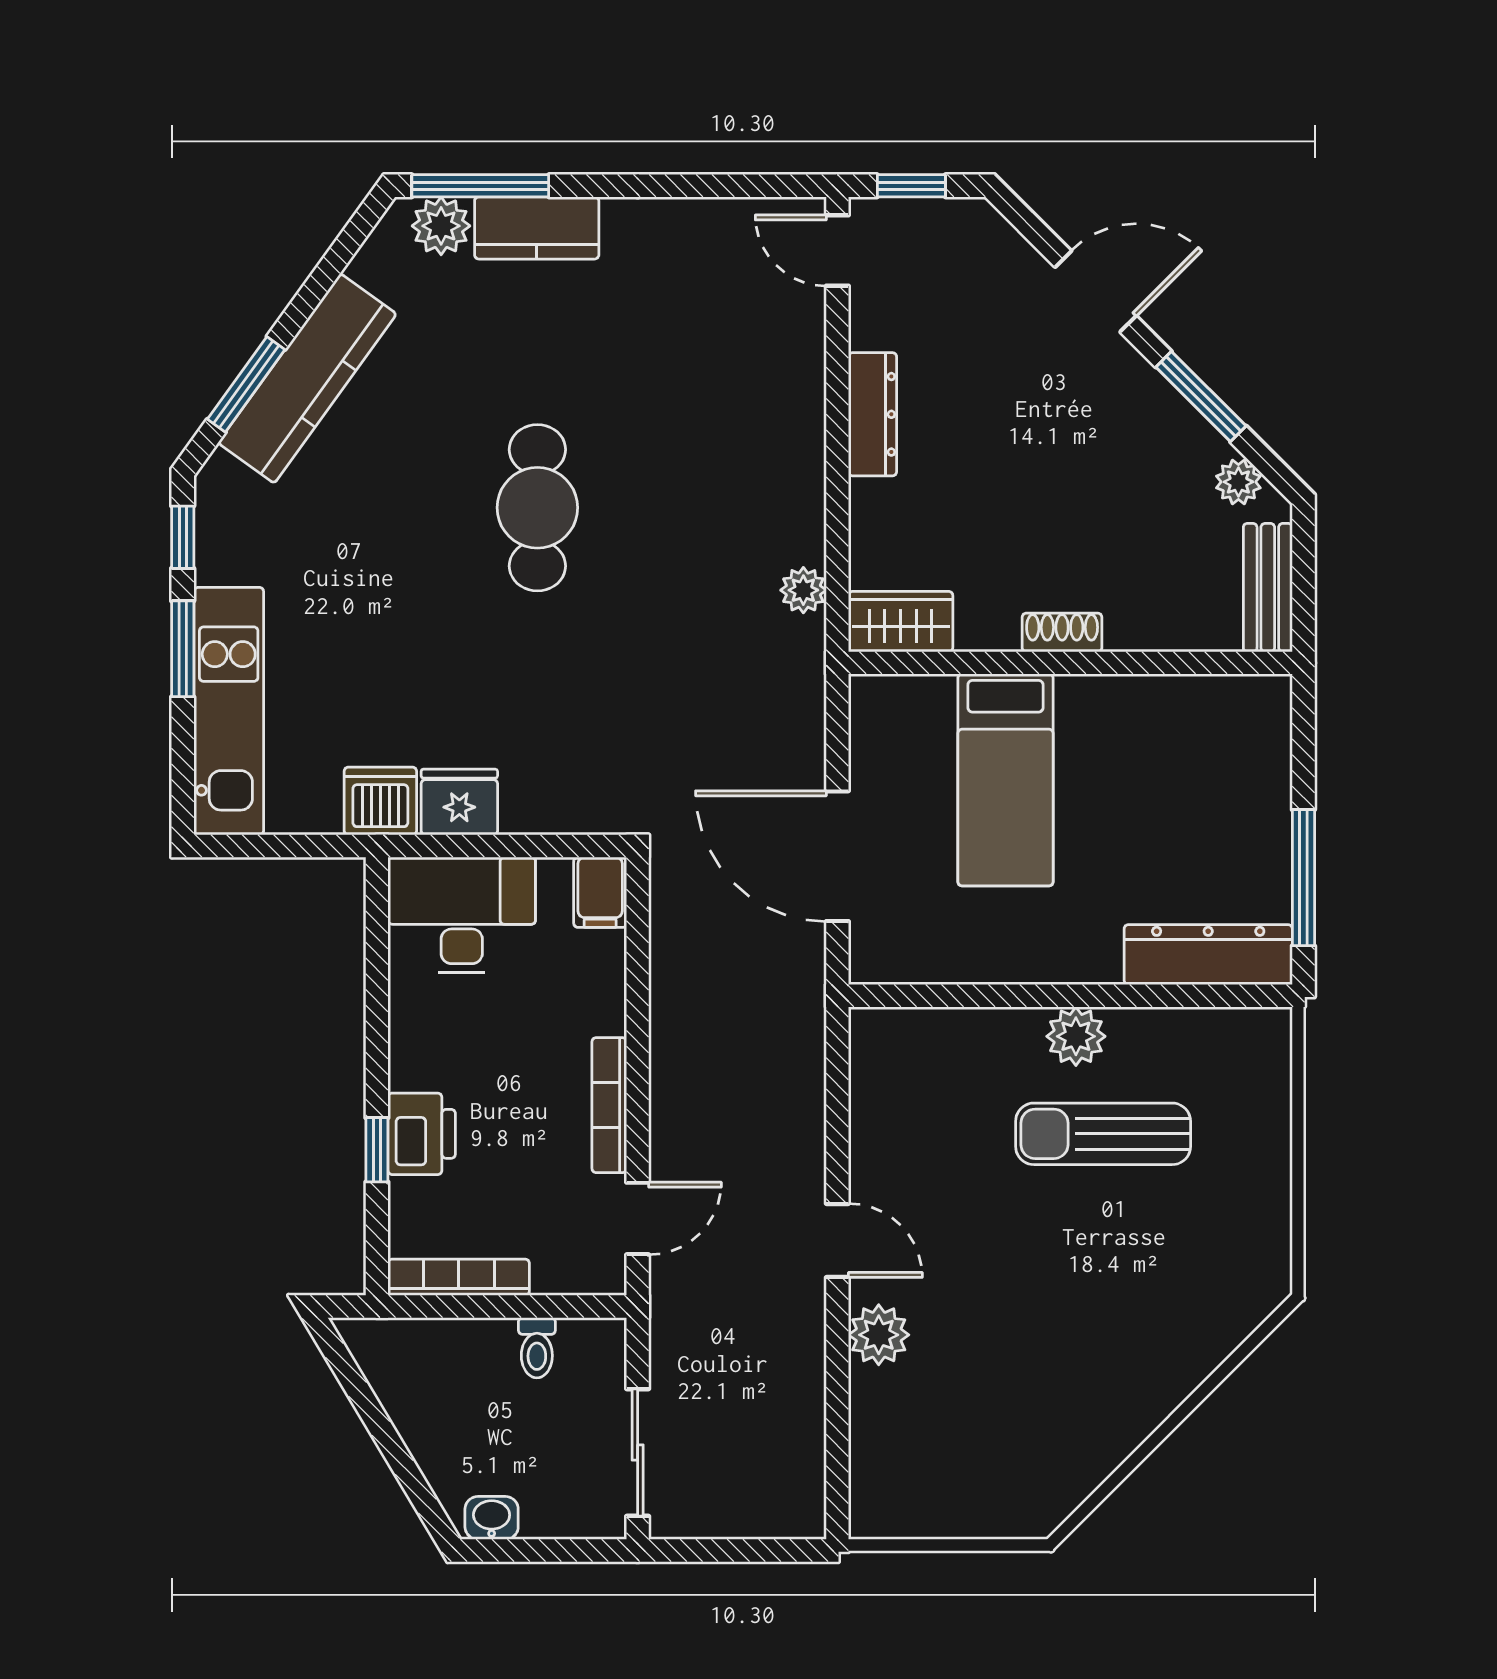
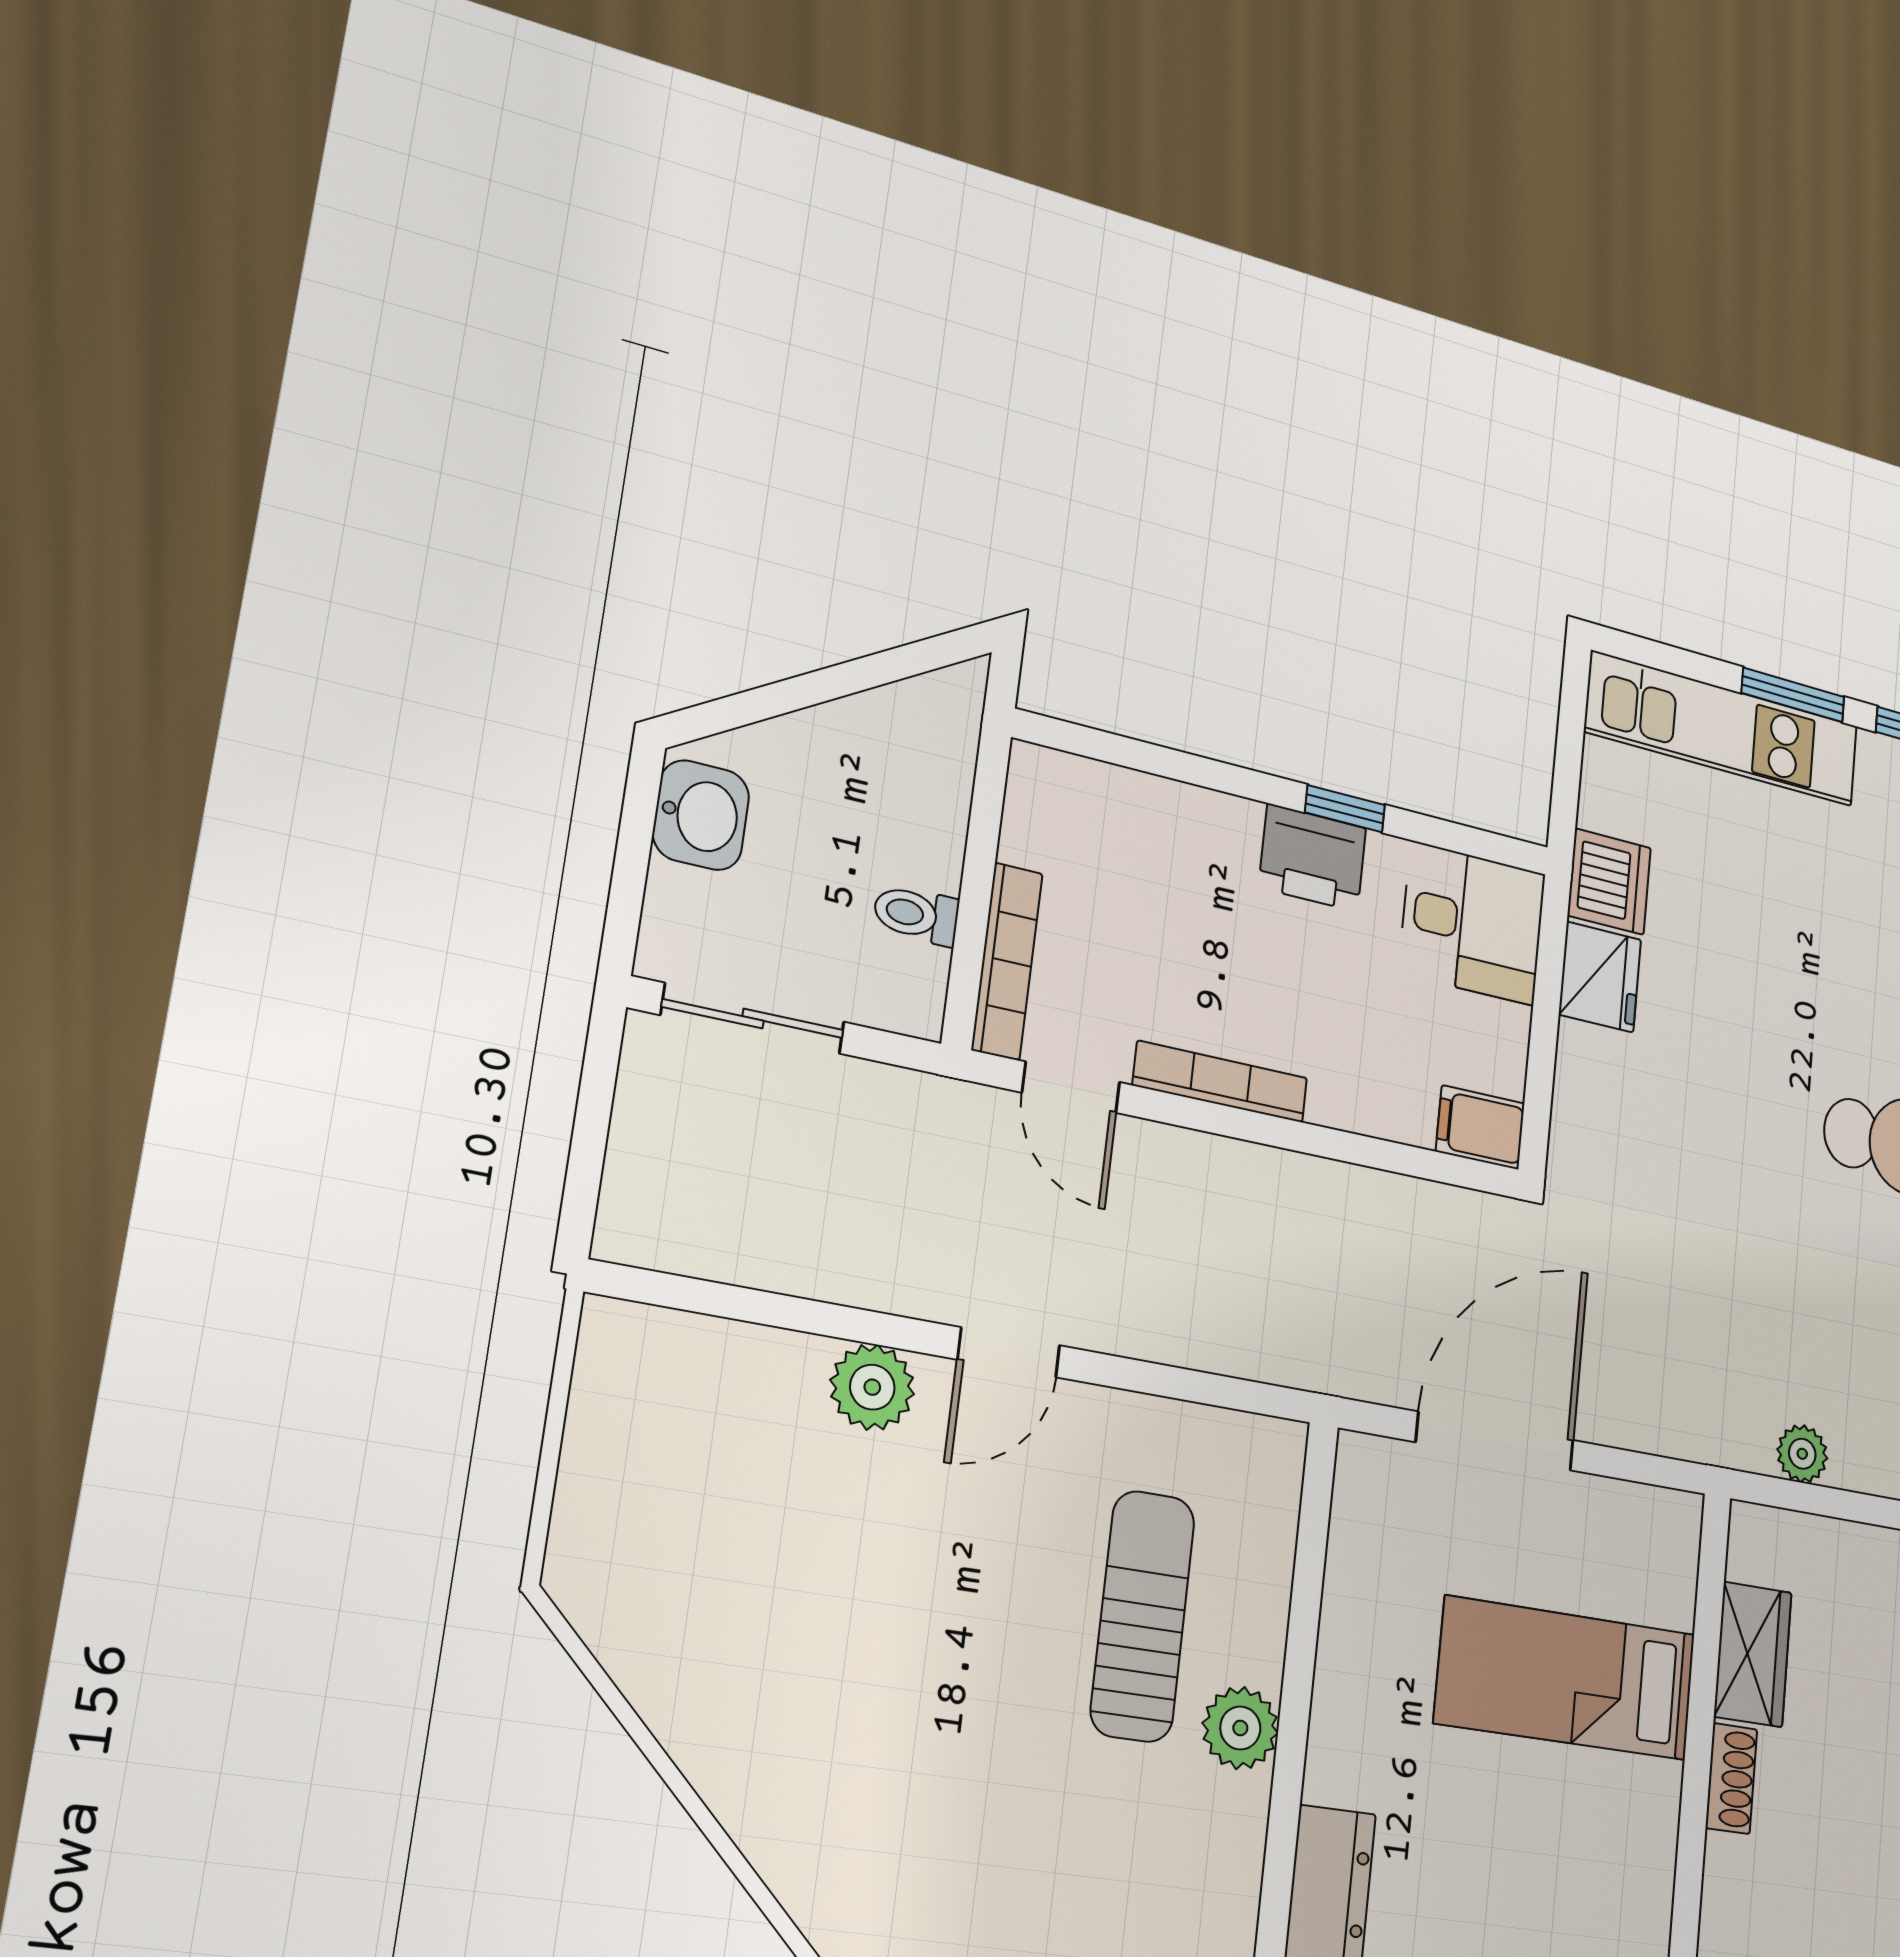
wardrobe: (901, 622) -> (1753, 1654), moved
desk: (462, 915) -> (1472, 923), width x0.73
printer: (422, 1134) -> (1312, 858), moved
sun lounger: (1103, 1134) -> (1143, 1616), moved
window: (377, 1150) -> (1345, 809), moved
bookcase: (459, 1277) -> (1007, 961), moved
washbasin: (492, 1518) -> (701, 815), width x1.38, depth x1.45

